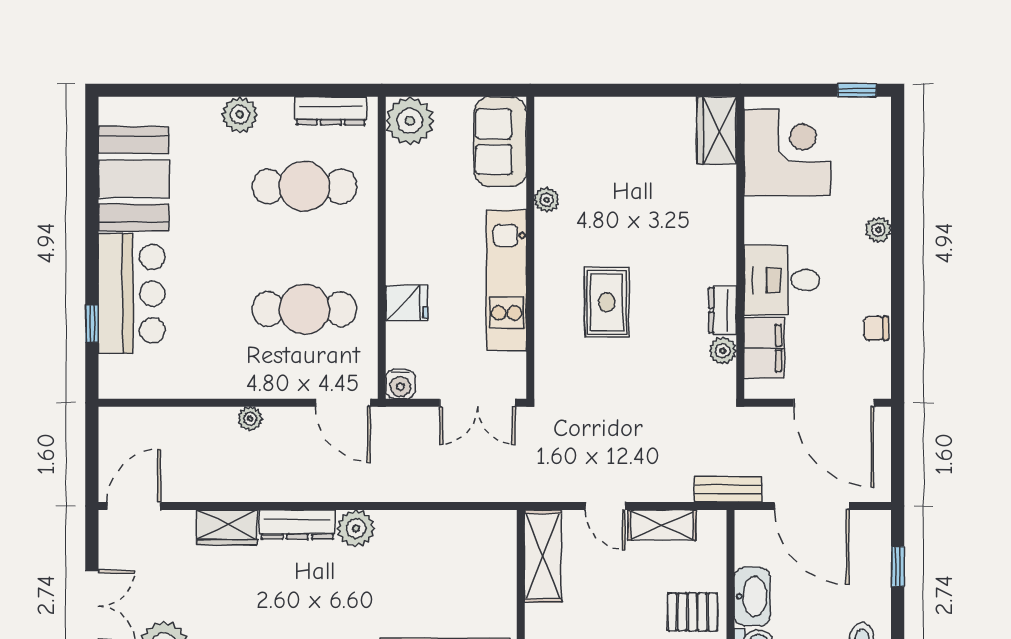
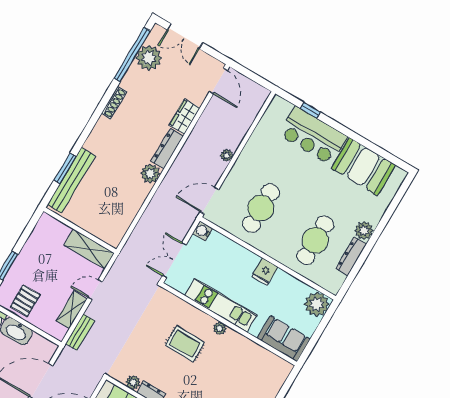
dresser: (331, 111) -> (351, 256), moved
plant: (547, 200) -> (220, 328), moved
fridge: (407, 303) -> (265, 272), moved
bench: (728, 489) -> (80, 332), moved

